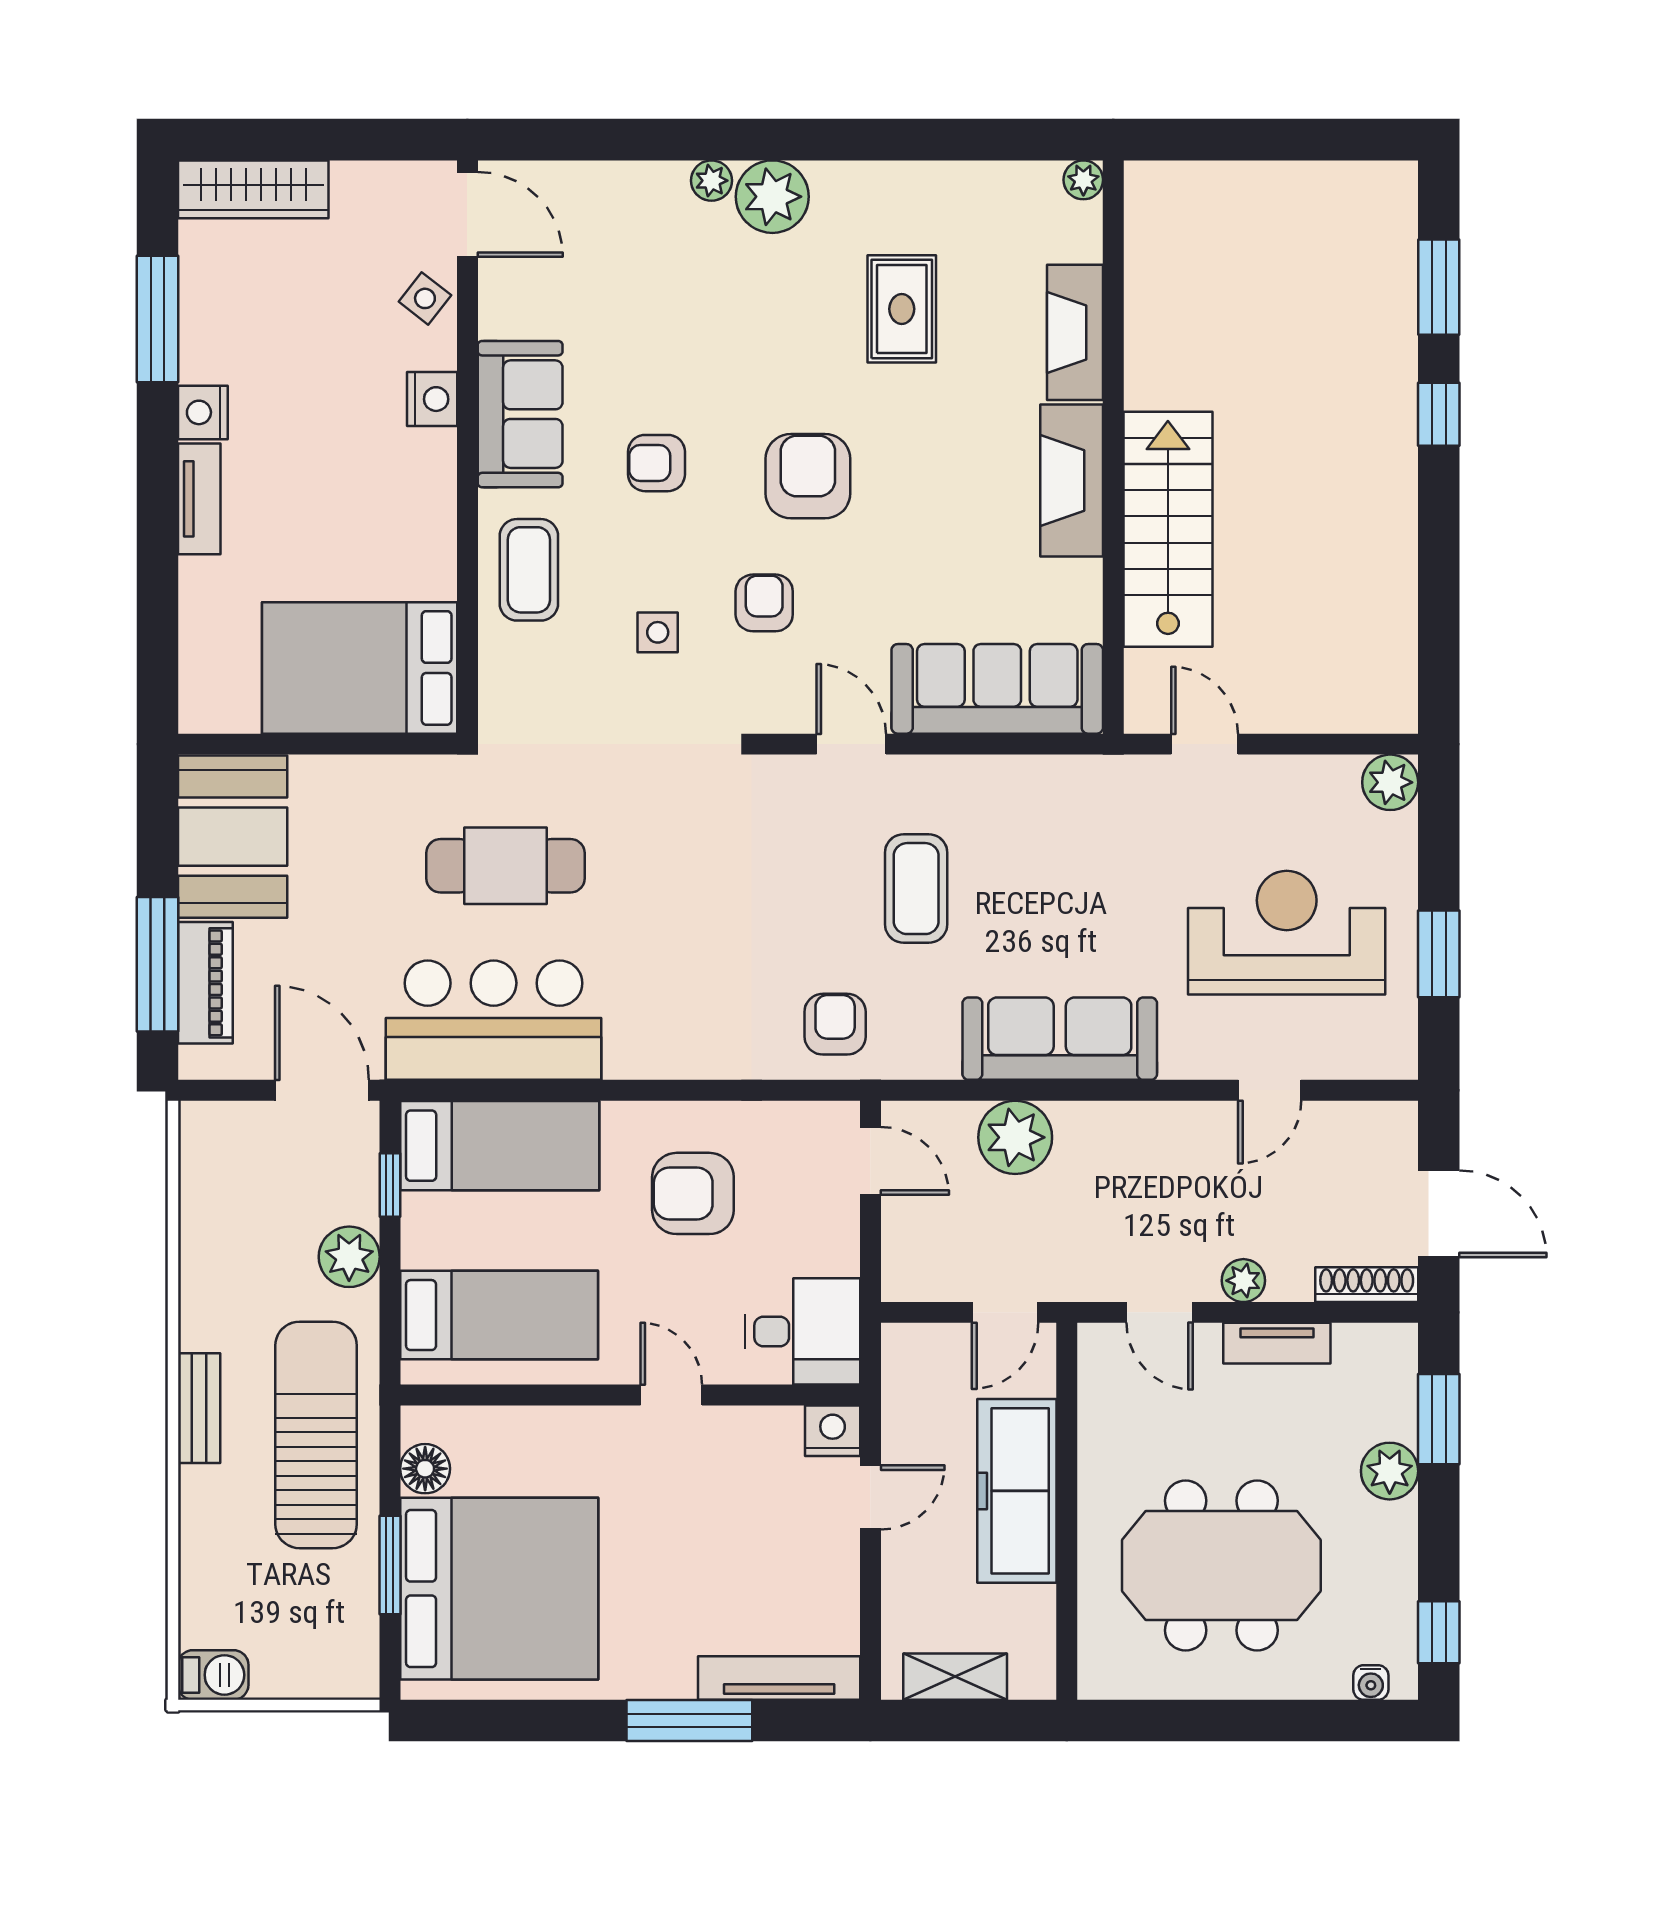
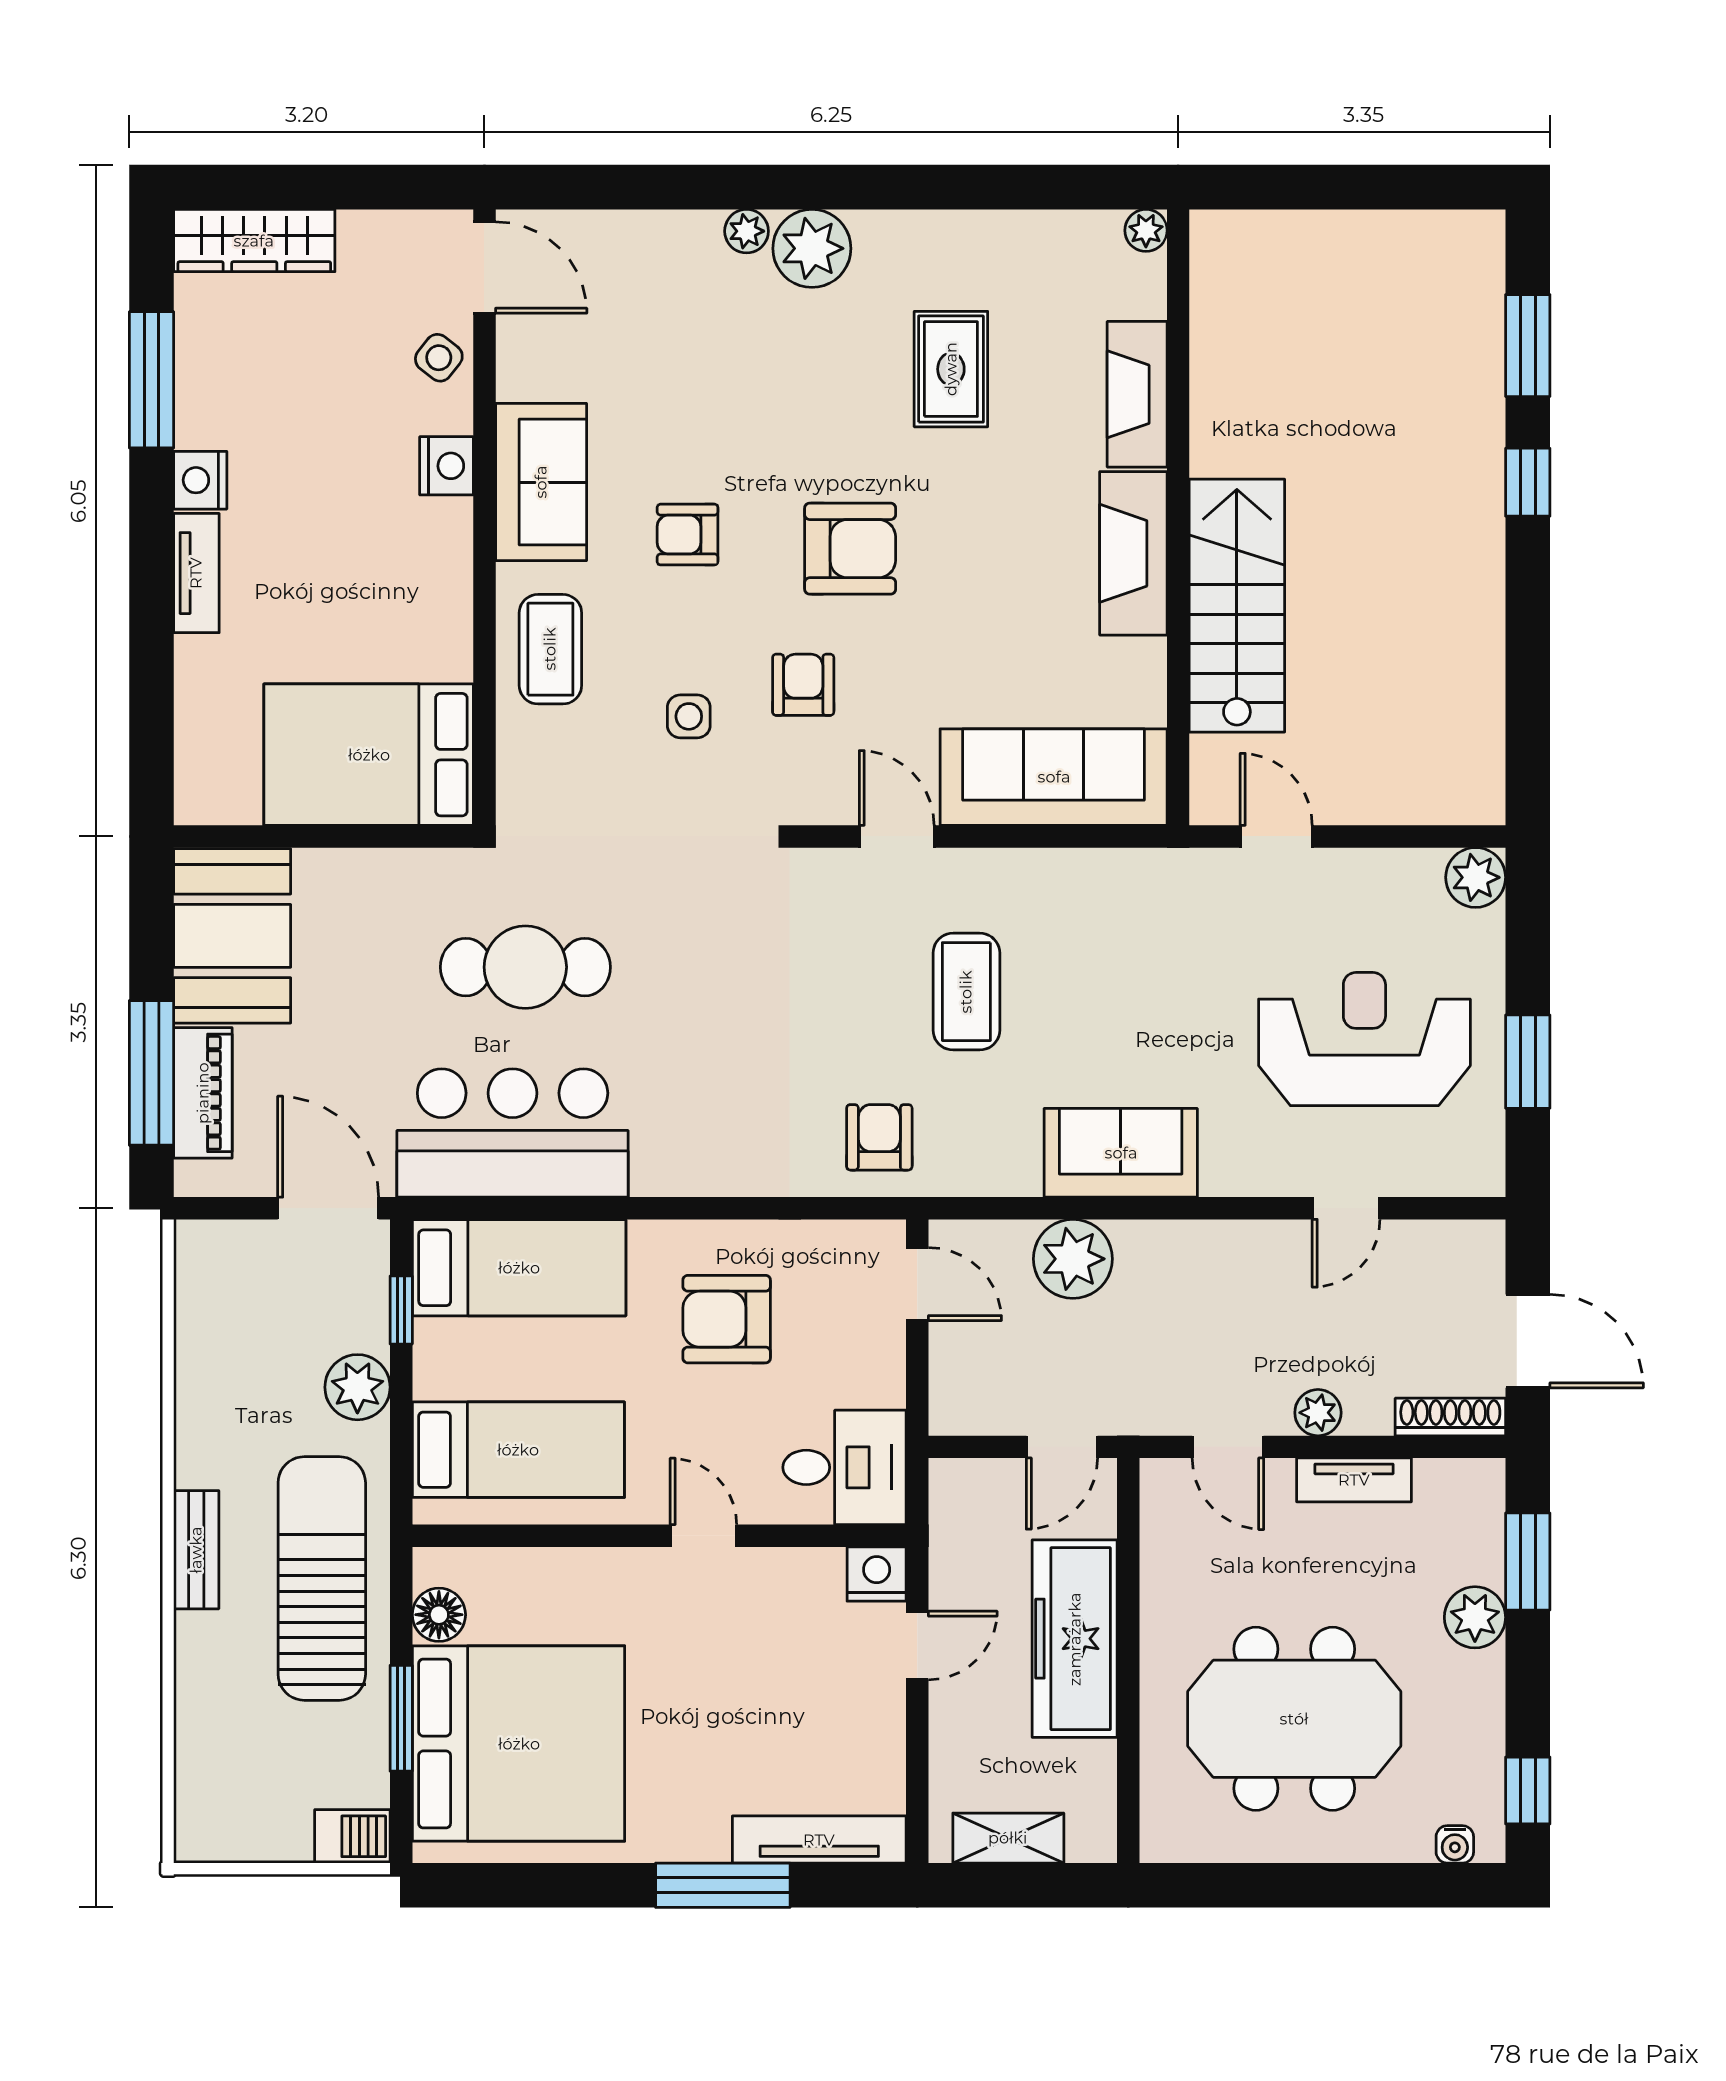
armchair: (808, 476) -> (850, 549), turned 90
sofa: (1060, 1039) -> (1121, 1153), width x0.73
barbecue: (213, 1675) -> (352, 1836), moved

